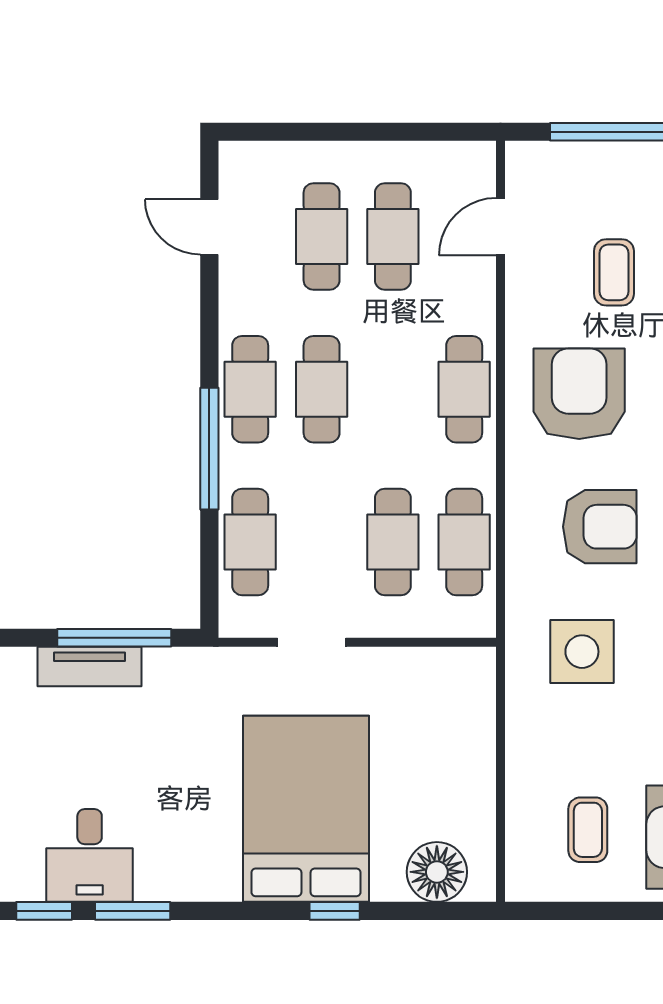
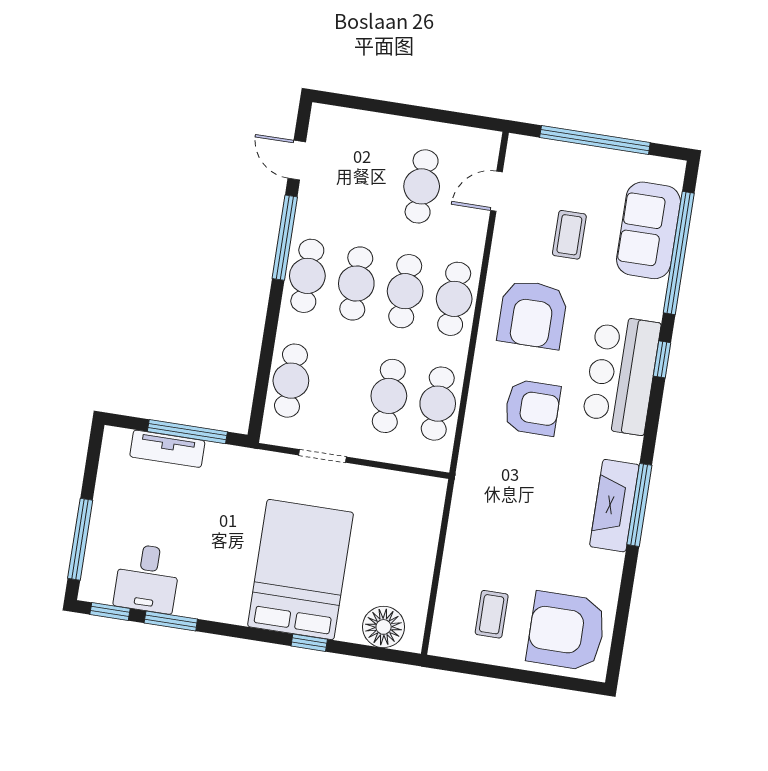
cafe table: (322, 236) -> (405, 291), moved
armchair: (579, 394) -> (532, 314), turned 180
window: (209, 449) -> (285, 238), moved
side table: (582, 652) -> (507, 491), removed

